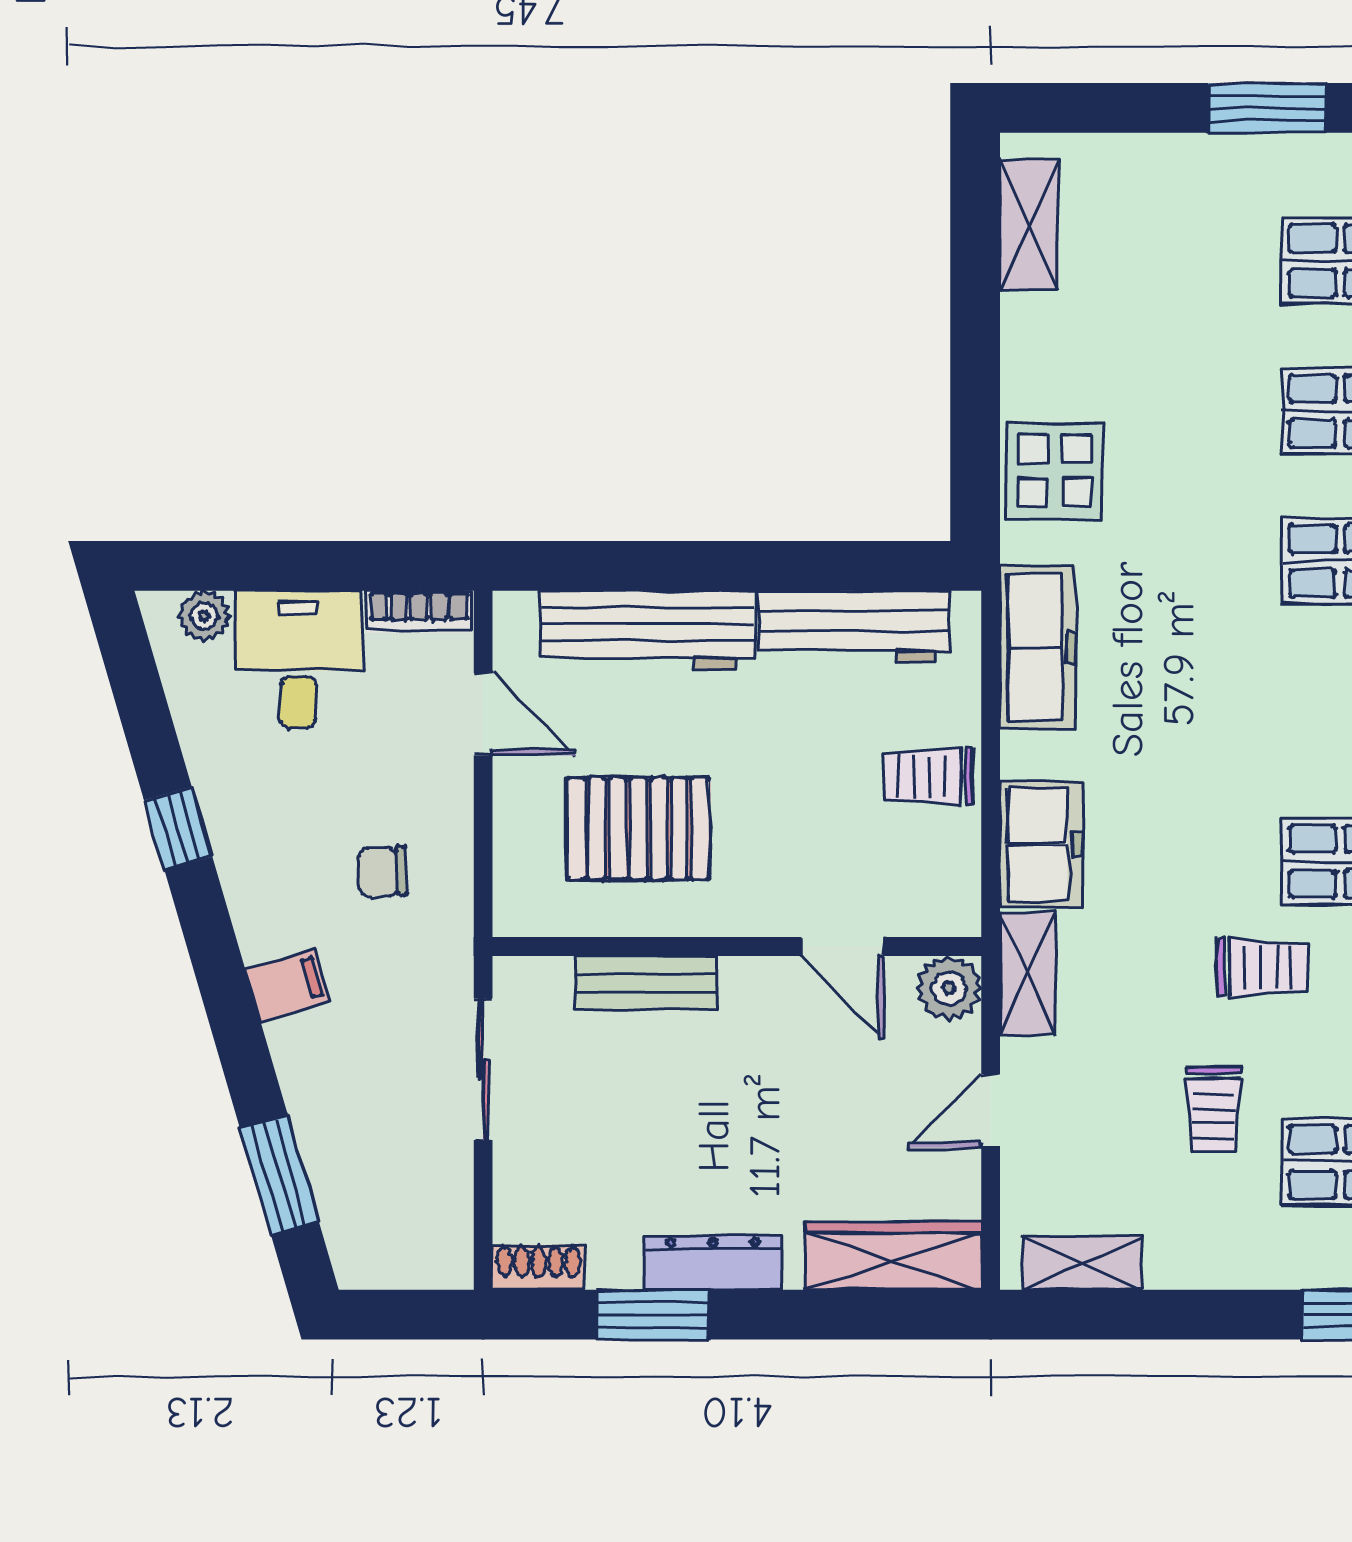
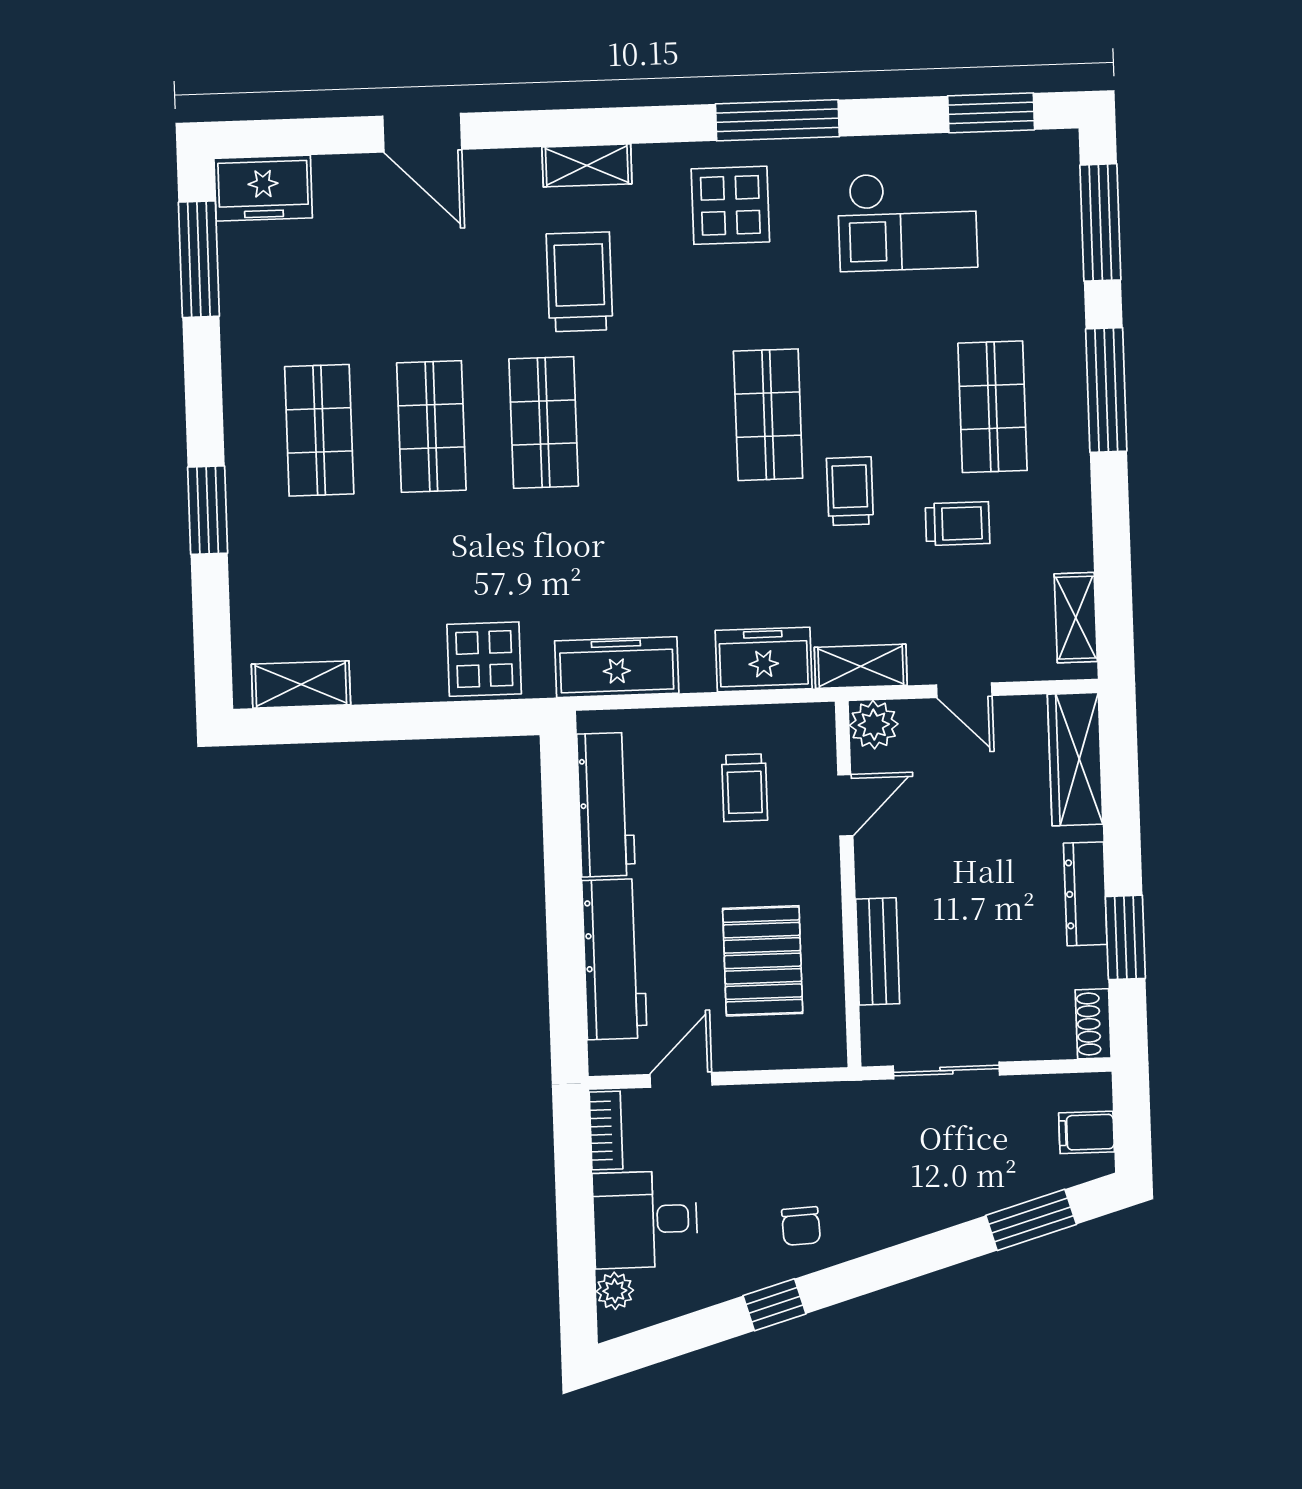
trolley: (928, 776) -> (745, 788), moved
chair: (382, 872) -> (801, 1226), moved
filing cabinet: (287, 985) -> (1087, 1132), moved, turned -74

